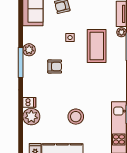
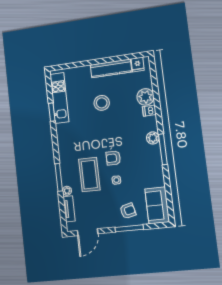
plant: (29, 50) -> (153, 138), moved
armchair: (55, 66) -> (113, 158), moved

